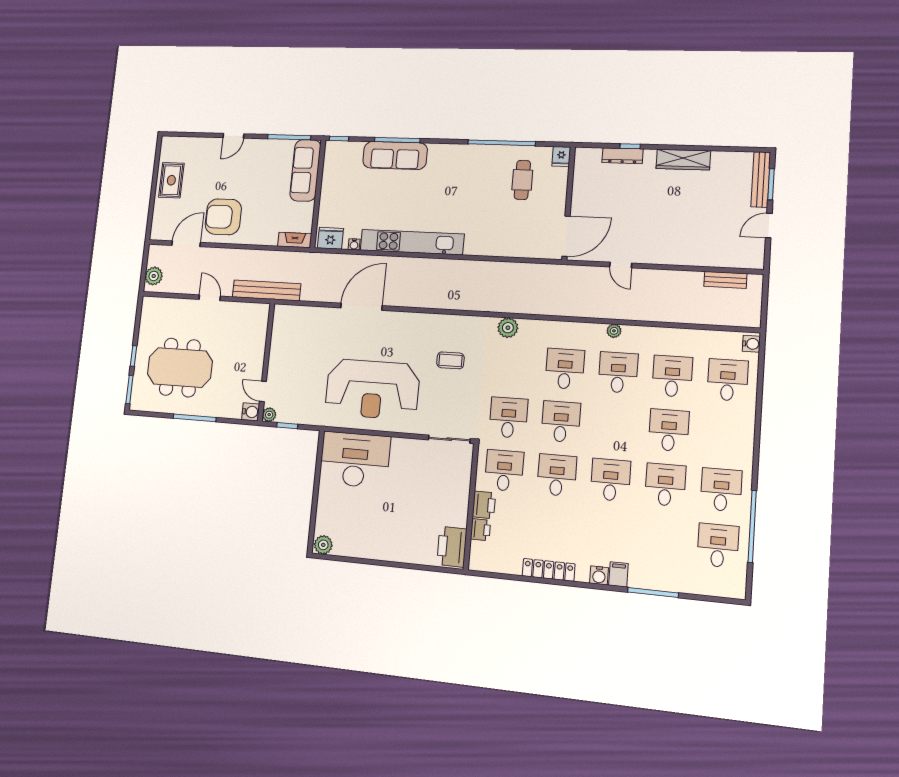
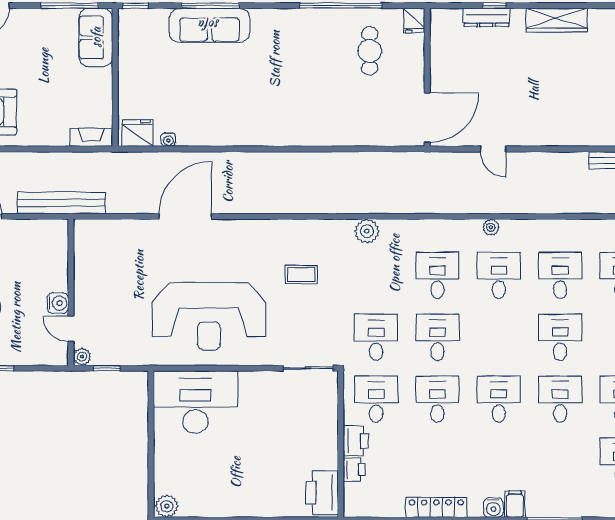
sofa: (305, 170) -> (96, 37), width x0.73
kitchen unit: (412, 242) -> (241, 133), removed
water cooler: (251, 412) -> (58, 303), moved

